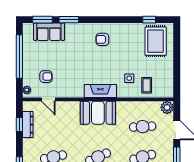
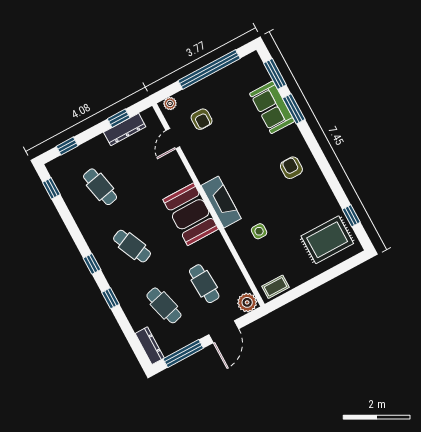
sofa: (49, 32) -> (272, 107), moved
coffee table: (147, 85) -> (275, 287), moved

